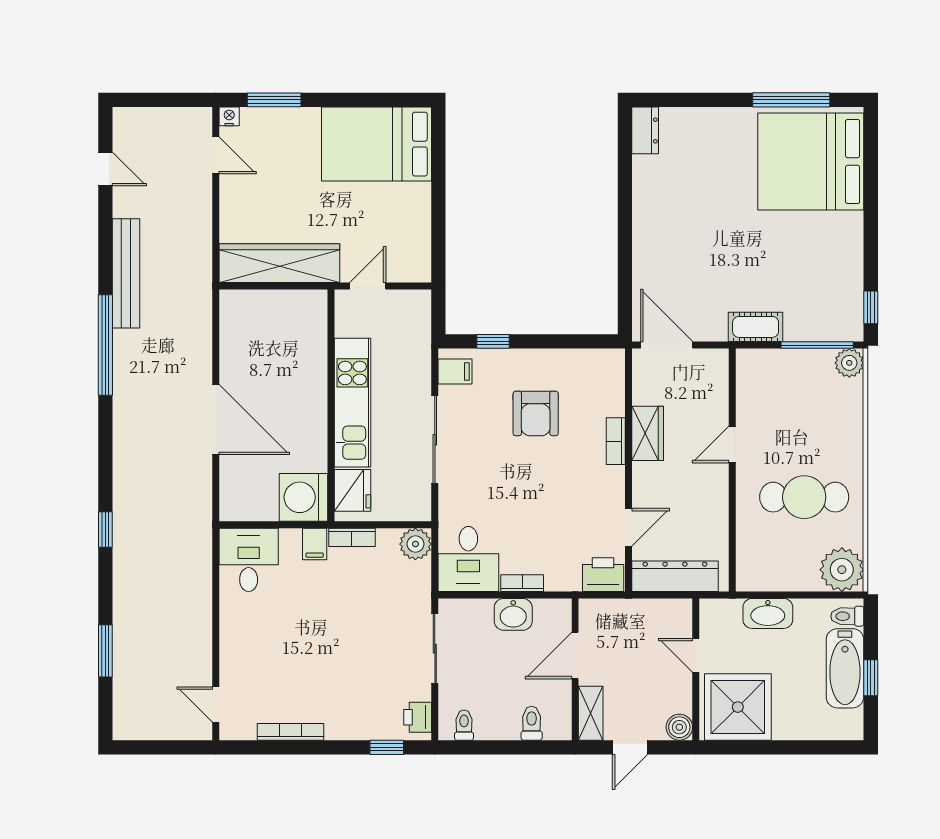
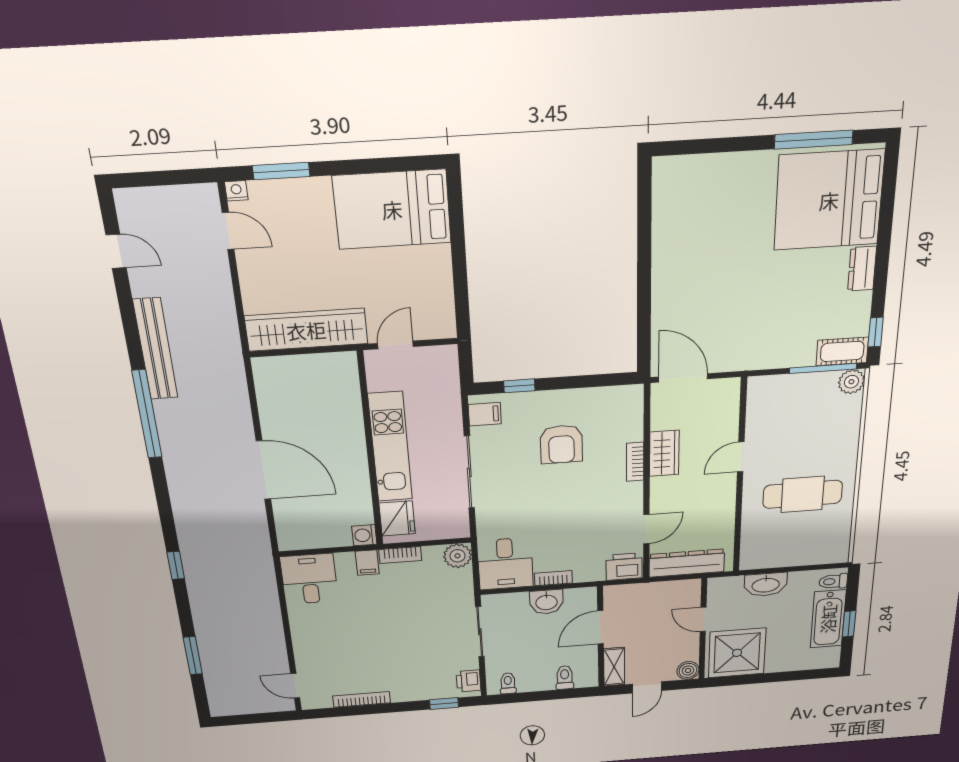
dresser: (645, 130) -> (862, 269), moved, turned 180
cot: (756, 327) -> (842, 351), moved
washing machine: (303, 497) -> (364, 535), width x0.53, depth x0.53
plant: (842, 570) -> (831, 547), removed

